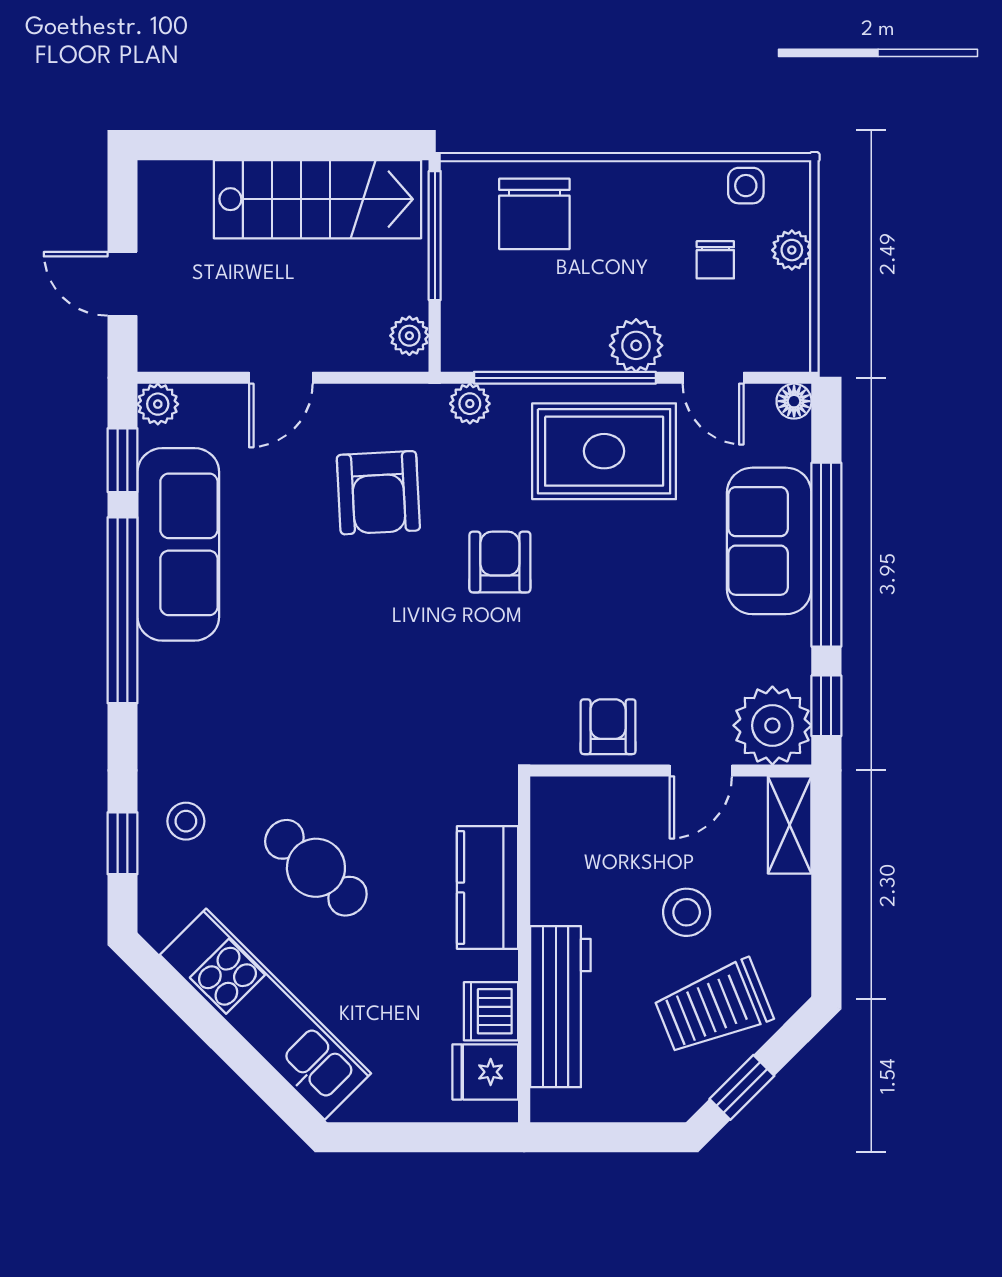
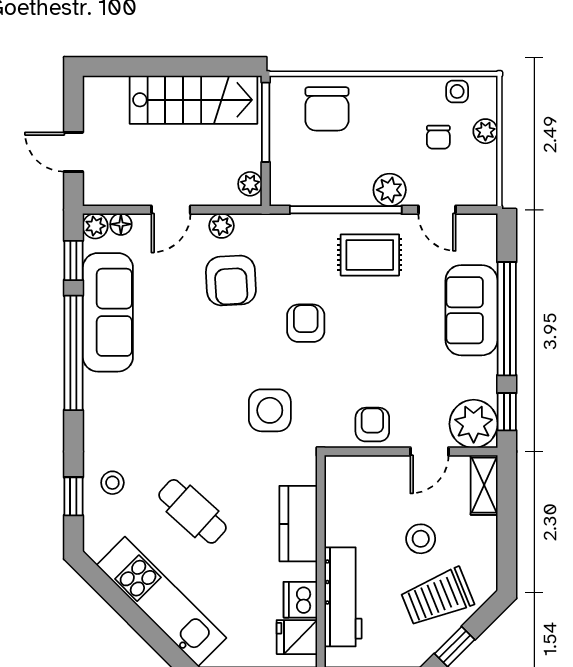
floor lamp: (794, 401) -> (121, 224), moved
plant: (470, 404) -> (222, 226), moved
rug: (604, 451) -> (370, 255), width x0.73, depth x0.70
side table: (441, 704) -> (270, 410), added

